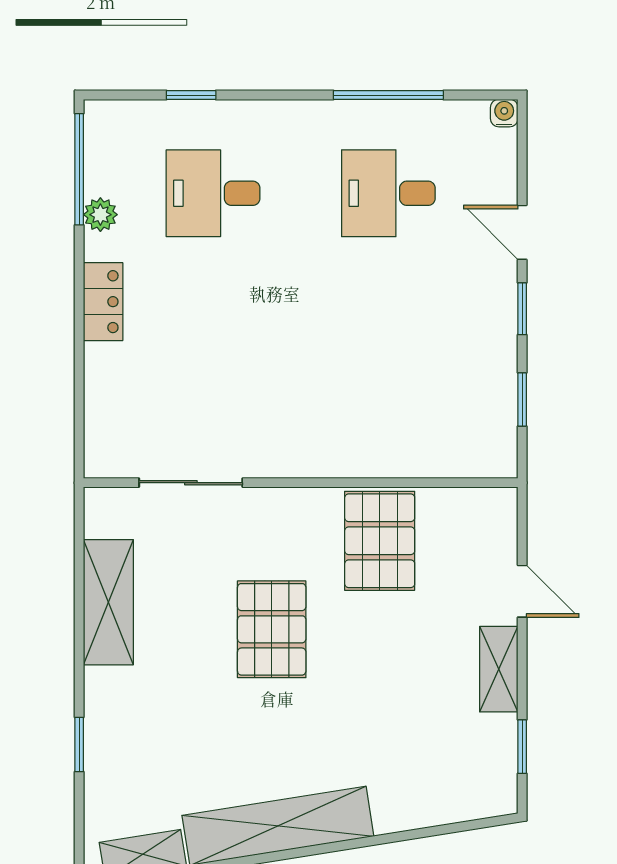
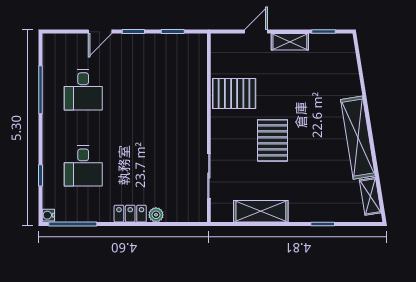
water cooler: (504, 113) -> (48, 215), moved
plant: (100, 215) -> (156, 215), moved
pallet: (272, 629) -> (273, 140), turned 90

